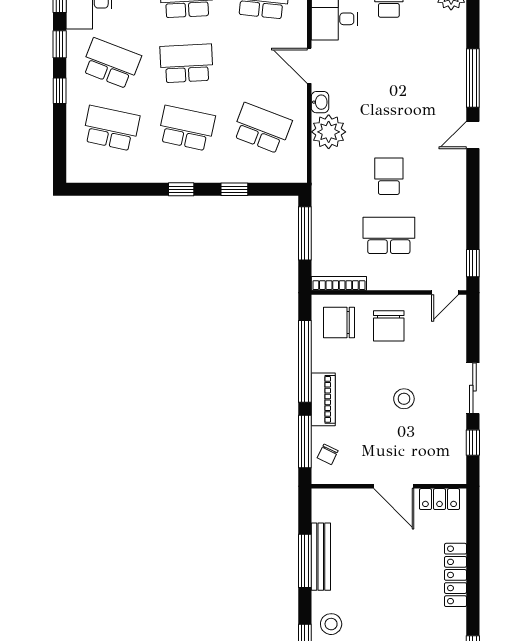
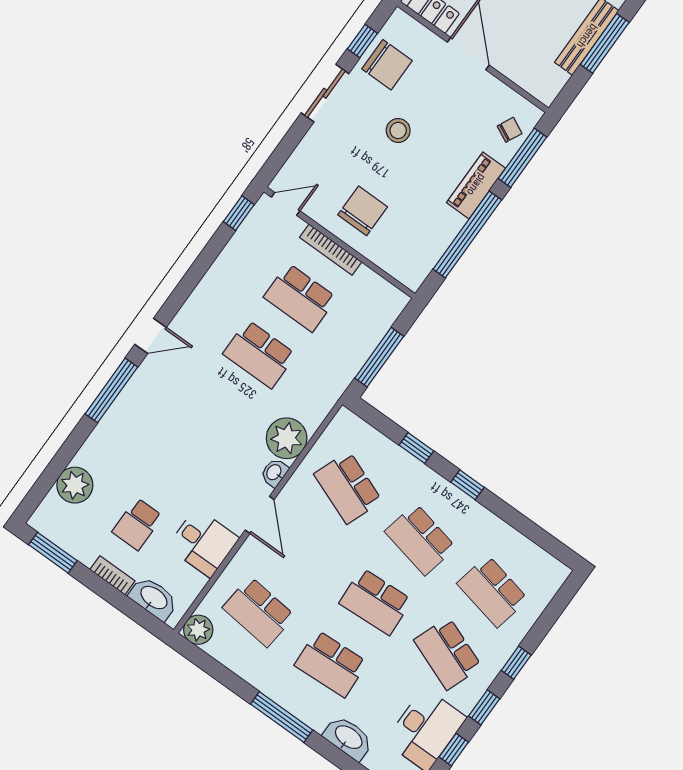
school desk: (389, 176) -> (259, 354), width x1.85
bookcase: (339, 283) -> (331, 250), moved
chair: (339, 323) -> (387, 65), moved

